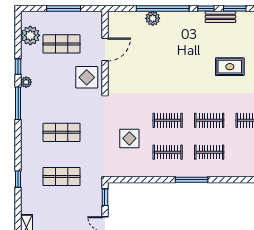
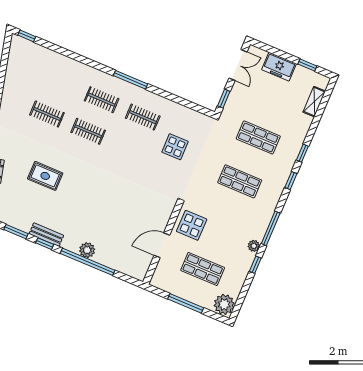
bench: (220, 17) -> (46, 235), moved
plant: (153, 18) -> (87, 250), moved
plant: (30, 35) -> (224, 304), moved
clothes rail: (168, 120) -> (129, 149), removed
window: (18, 151) -> (291, 181), added

